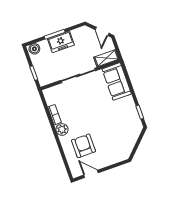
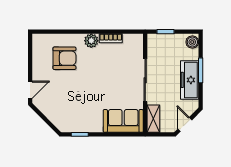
door: (102, 31) -> (185, 124), hinge flipped
freezer: (61, 42) -> (190, 80), width x1.40
door: (91, 174) -> (30, 90), moved

